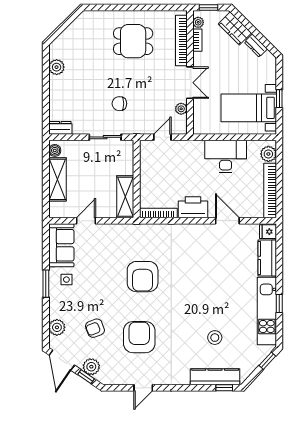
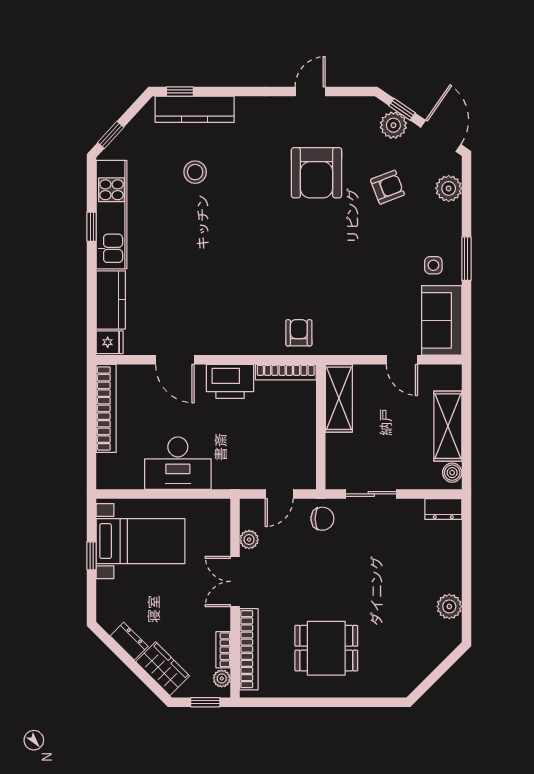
chair: (119, 104) -> (322, 519), moved
plant: (268, 154) -> (109, 467), removed
door: (86, 221) -> (402, 360), hinge flipped
armchair: (143, 277) -> (299, 333), moved, width x0.53, depth x0.53

